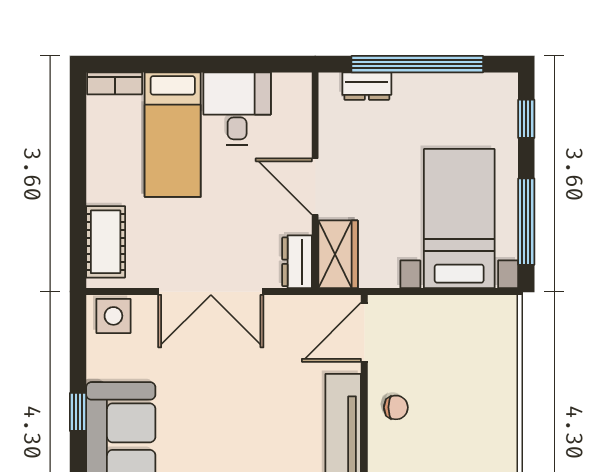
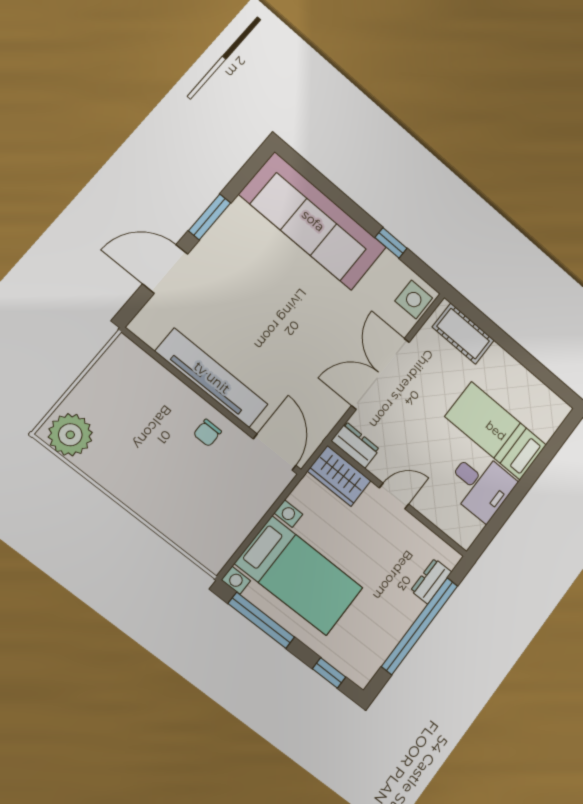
bookcase: (115, 83) -> (554, 421), removed
door: (315, 186) -> (394, 496), width x0.73
window: (78, 412) -> (391, 243), moved

